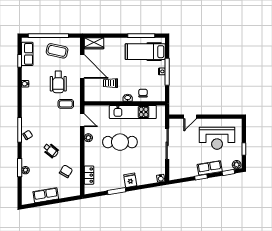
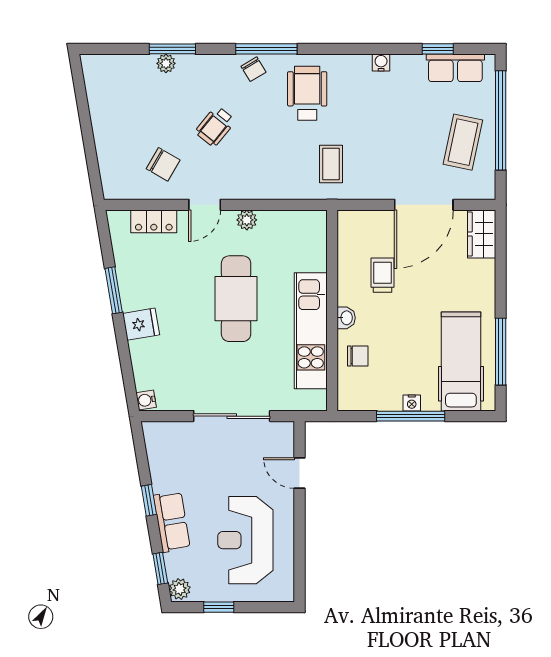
wheelchair: (58, 82) -> (307, 93), moved, turned 90
door: (82, 120) -> (205, 205), moved
row of seats: (46, 195) -> (104, 114), removed

